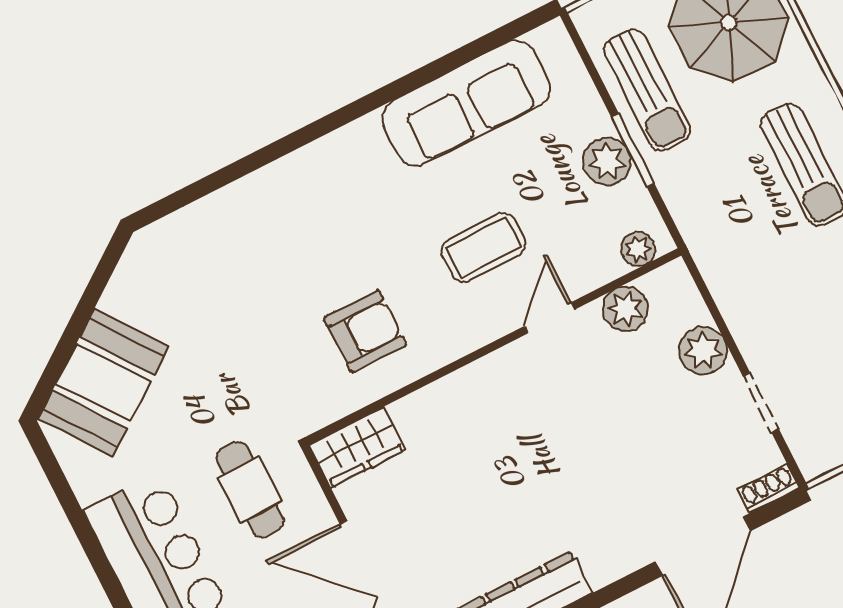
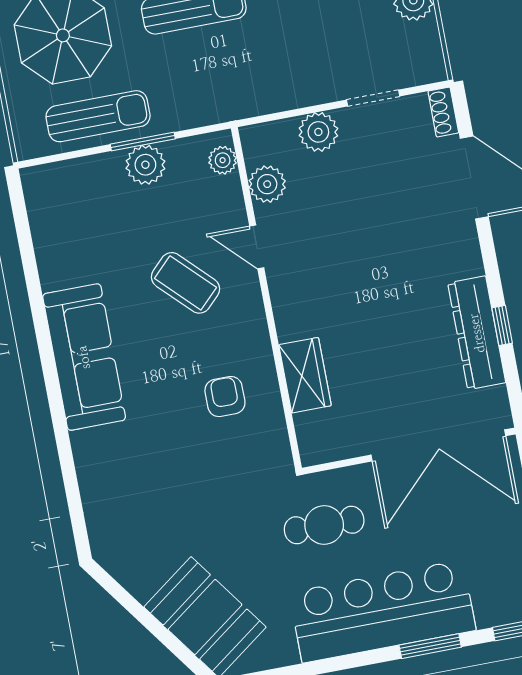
sofa: (466, 103) -> (84, 357), moved
coffee table: (484, 248) -> (185, 283), turned -45
armchair: (365, 331) -> (225, 397), width x0.72, depth x0.72
wardrobe: (357, 447) -> (305, 375), moved

